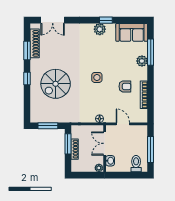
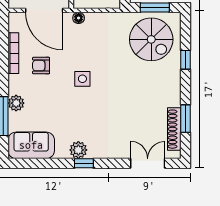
window: (106, 20) -> (84, 163), moved
window: (27, 79) -> (185, 60), moved
spiral stairs: (56, 84) -> (151, 39), moved, turned 90
door: (123, 124) -> (44, 10), width x1.88

